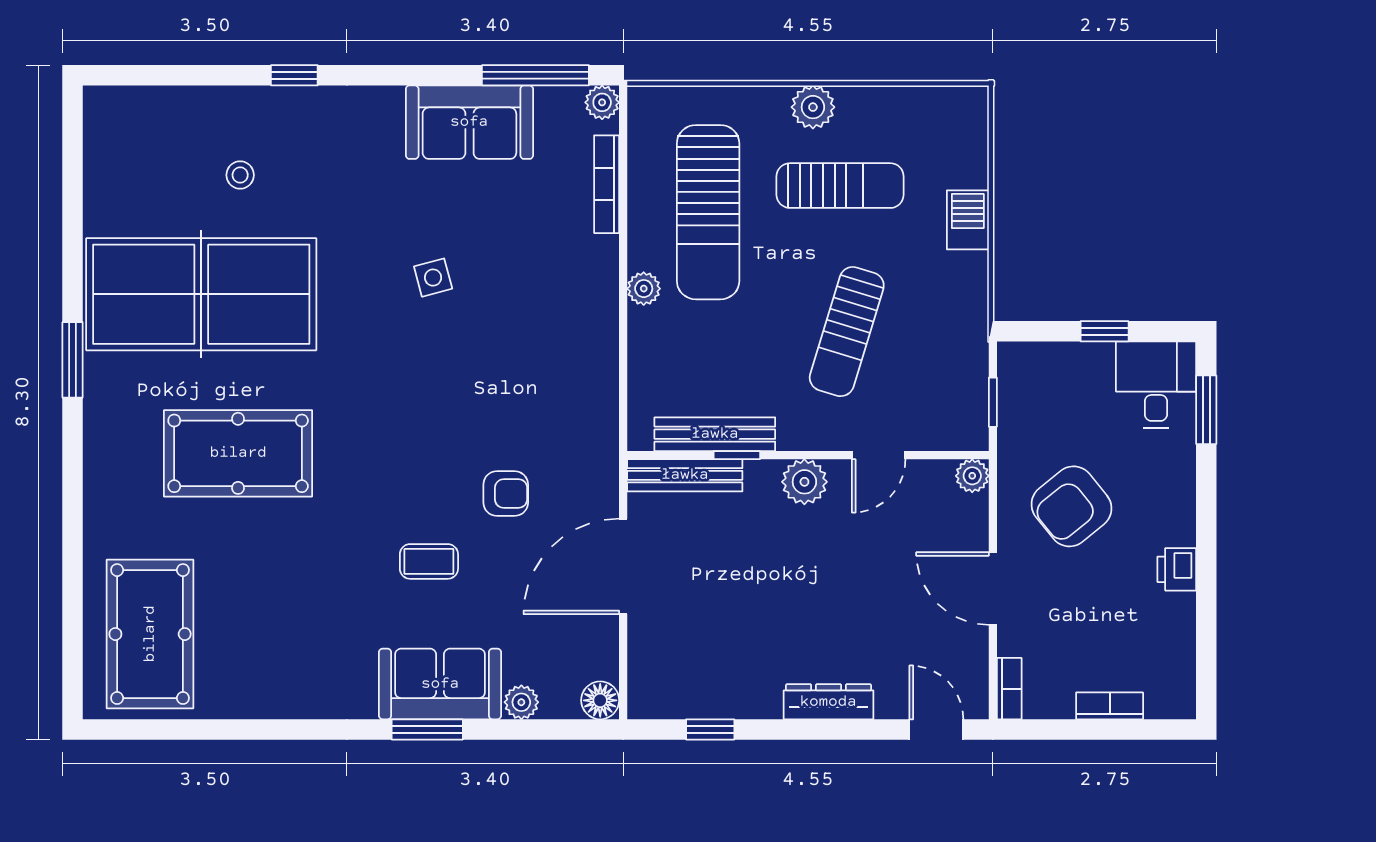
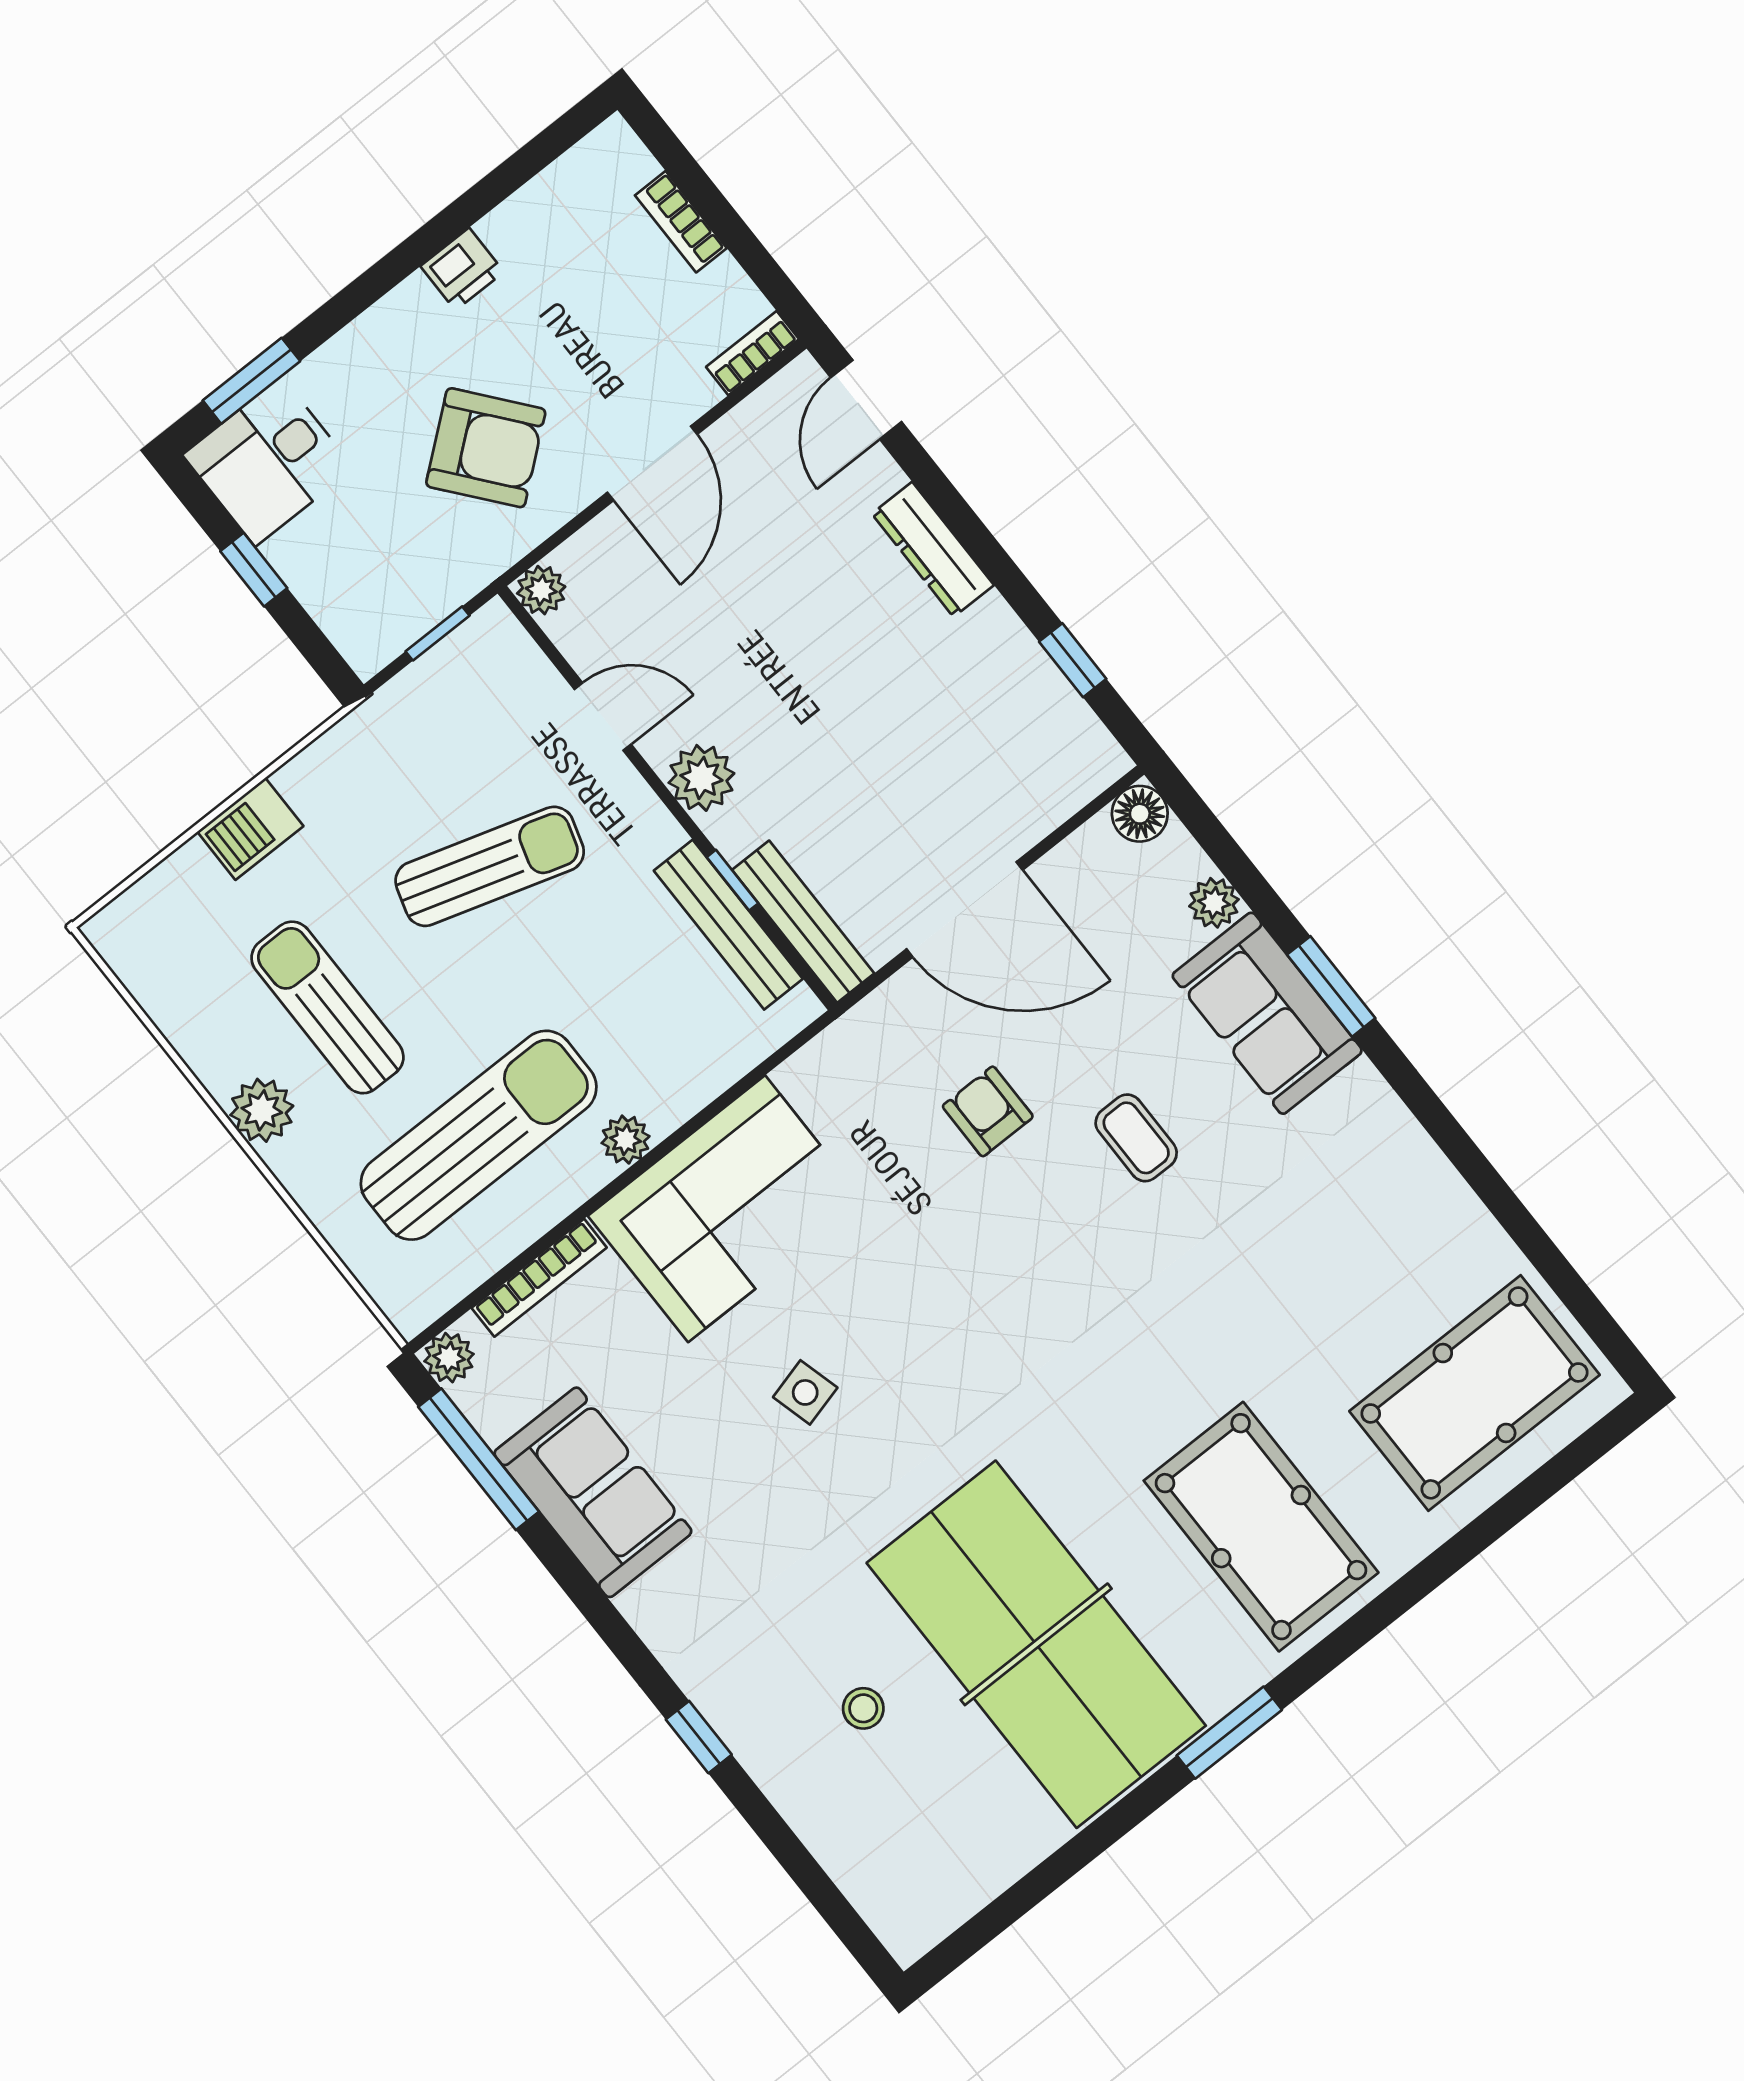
corner sofa: (564, 313) -> (727, 1209), added
pool table: (238, 453) -> (1261, 1527), moved

